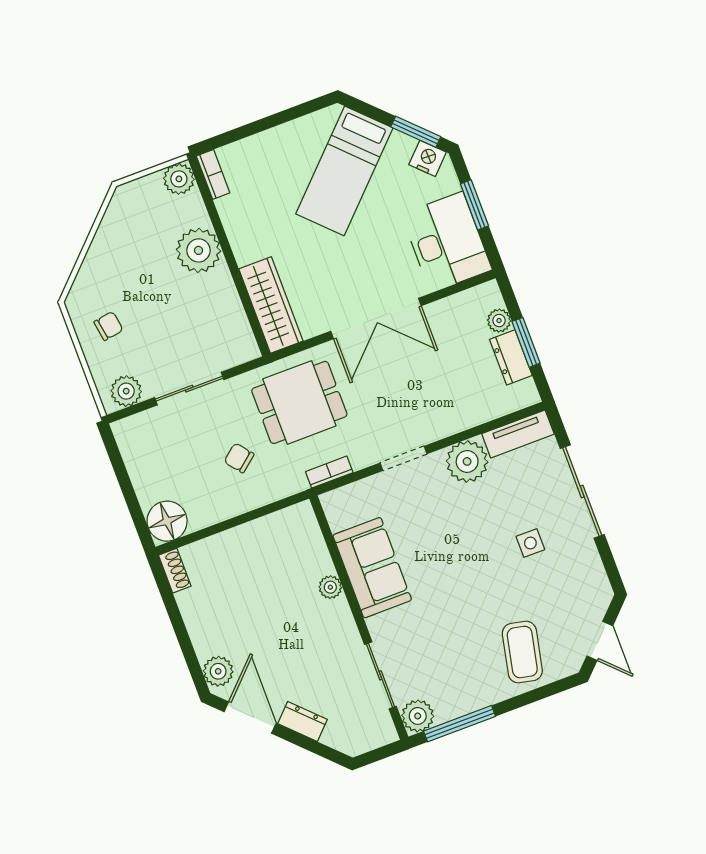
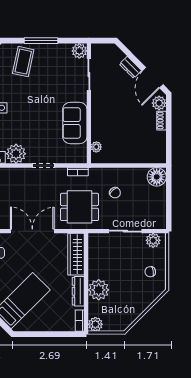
dresser: (238, 232) -> (78, 291), added
shoe rack: (175, 571) -> (161, 121), moved
plant: (330, 587) -> (96, 147), moved
window: (460, 724) -> (41, 41), moved

